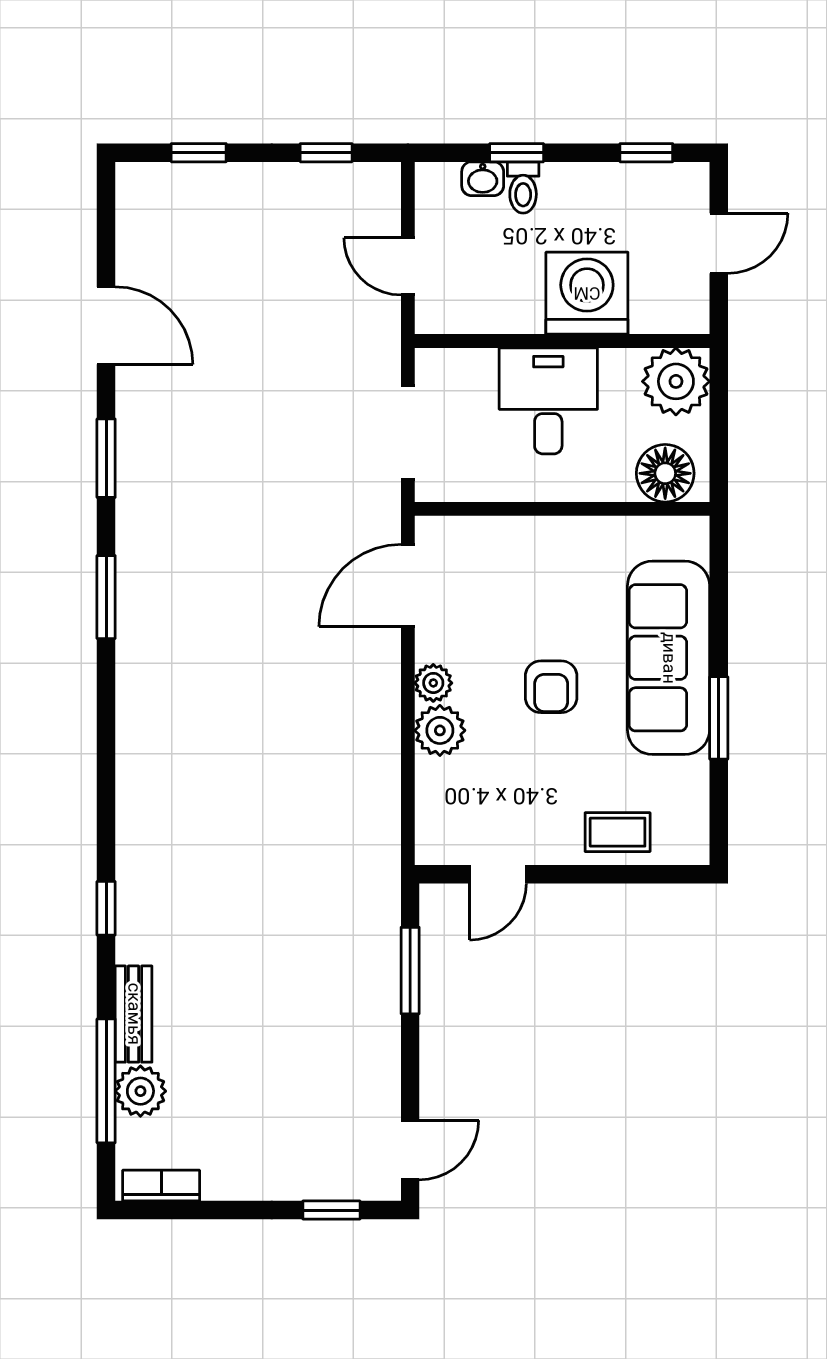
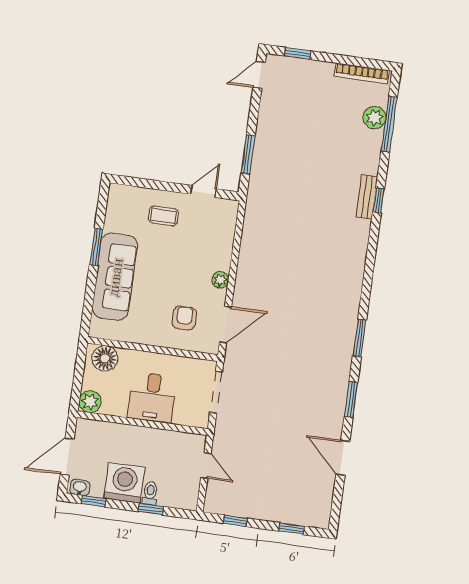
washbasin: (483, 179) -> (80, 487), moved
door: (719, 243) -> (67, 457), width x1.38
washing machine: (587, 293) -> (124, 483), moved, turned 180
plant: (676, 381) -> (90, 402), width x0.73, depth x0.73
armchair: (551, 687) -> (184, 318), moved
plant: (440, 730) -> (220, 259), removed
coffee table: (618, 832) -> (163, 216), moved
bench: (134, 1014) -> (367, 197), moved
bookcase: (161, 1186) -> (362, 73), width x1.56

